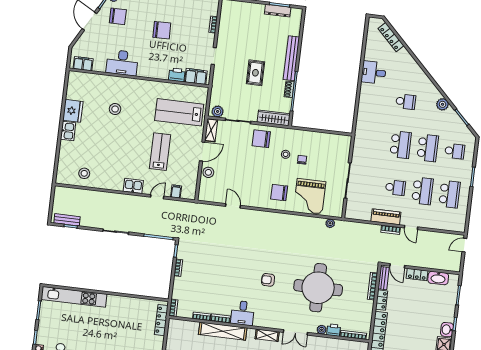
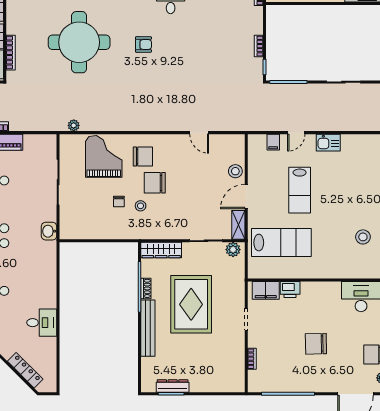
rug: (255, 73) -> (191, 304), width x1.86, depth x2.06
chair: (261, 139) -> (155, 183), moved, turned 180
washbasin: (359, 143) -> (49, 231), added

